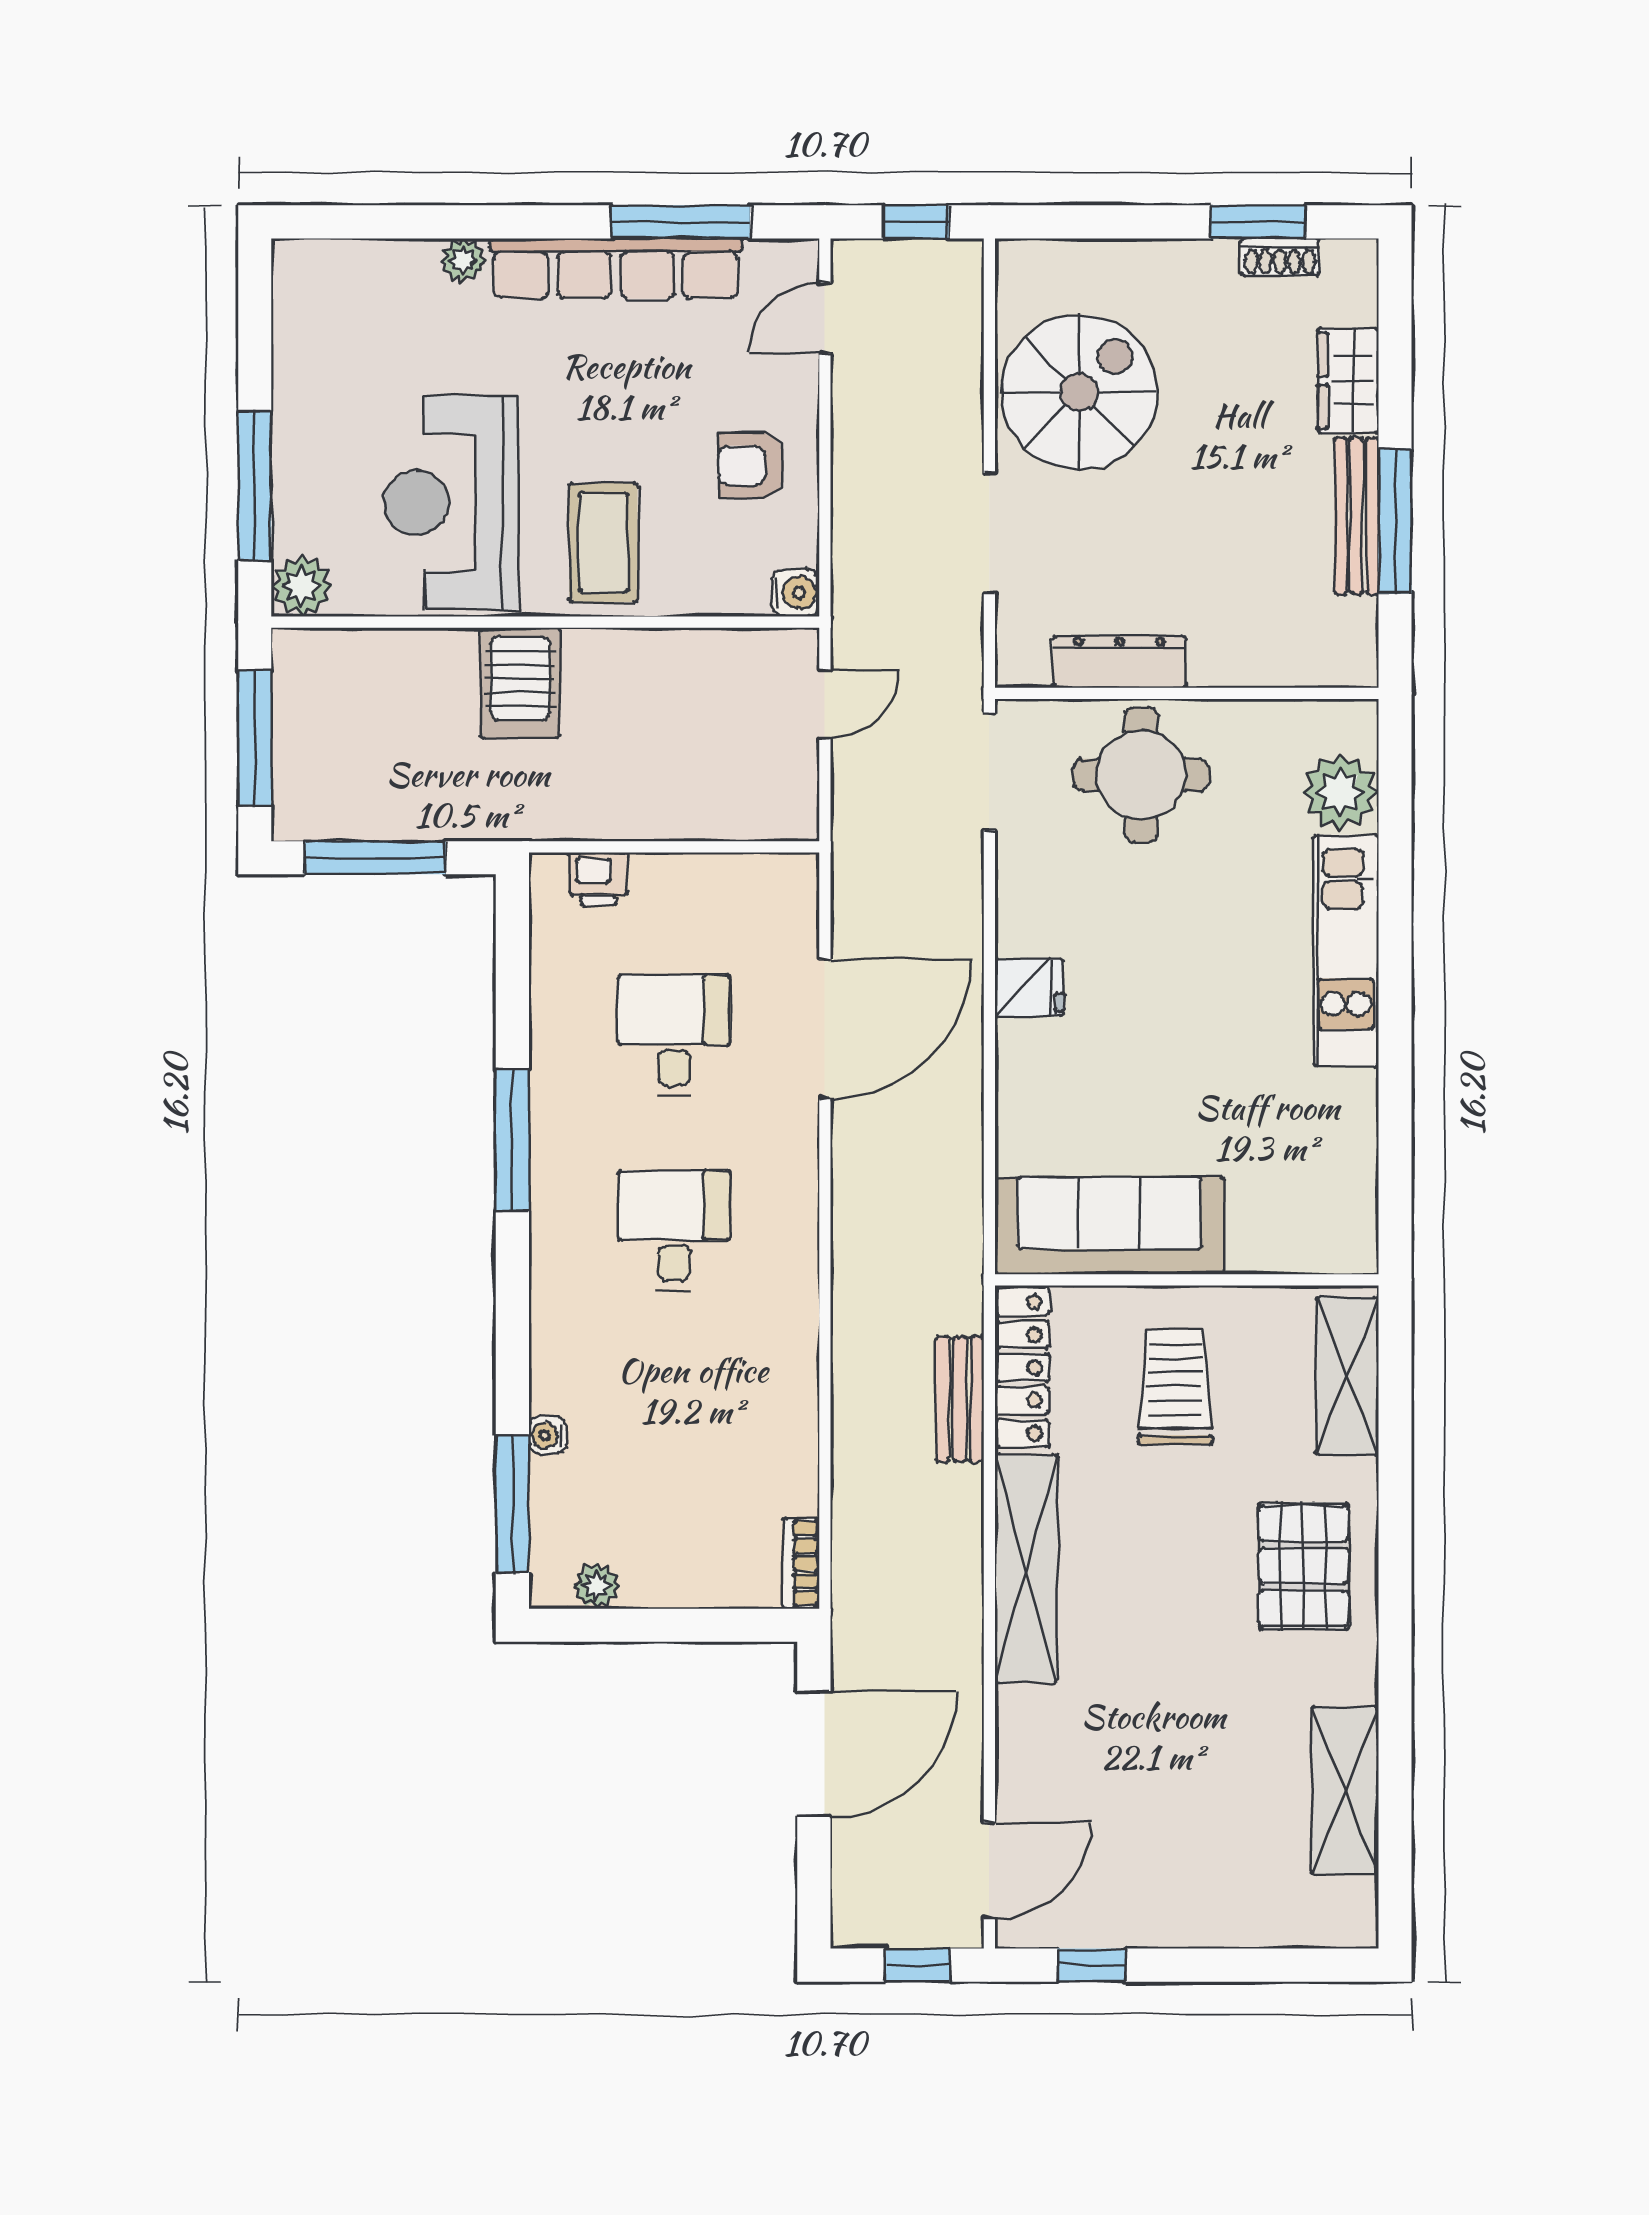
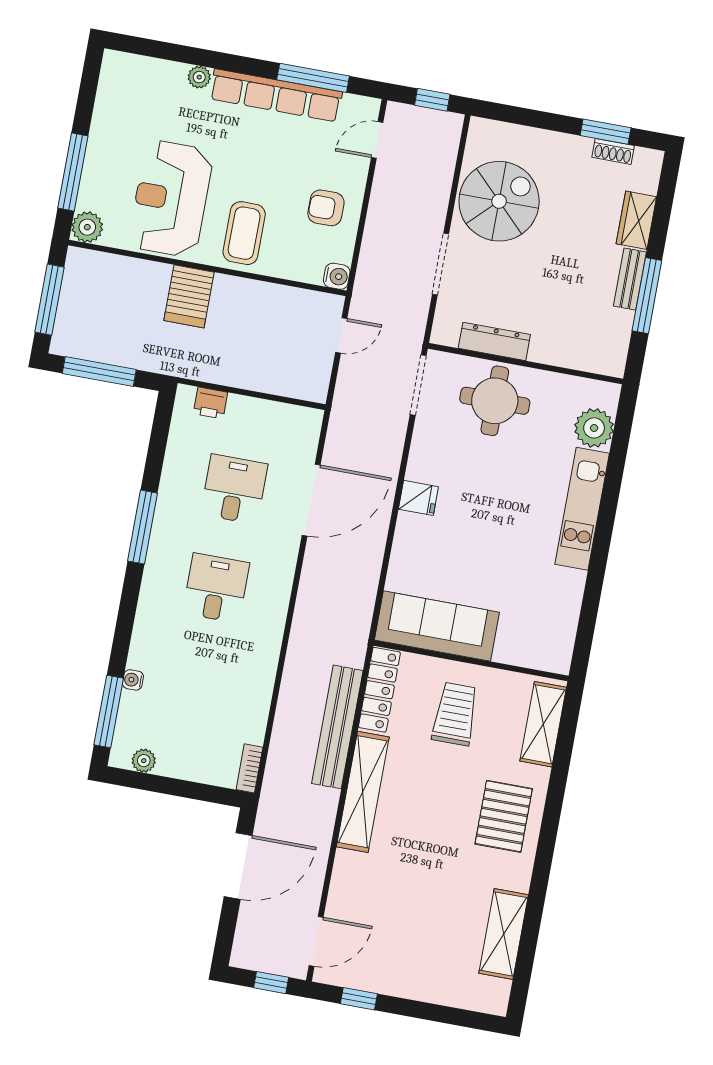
bench: (1357, 516) -> (630, 279), width x0.73
bench: (960, 1399) -> (337, 727), width x1.86, depth x1.21

